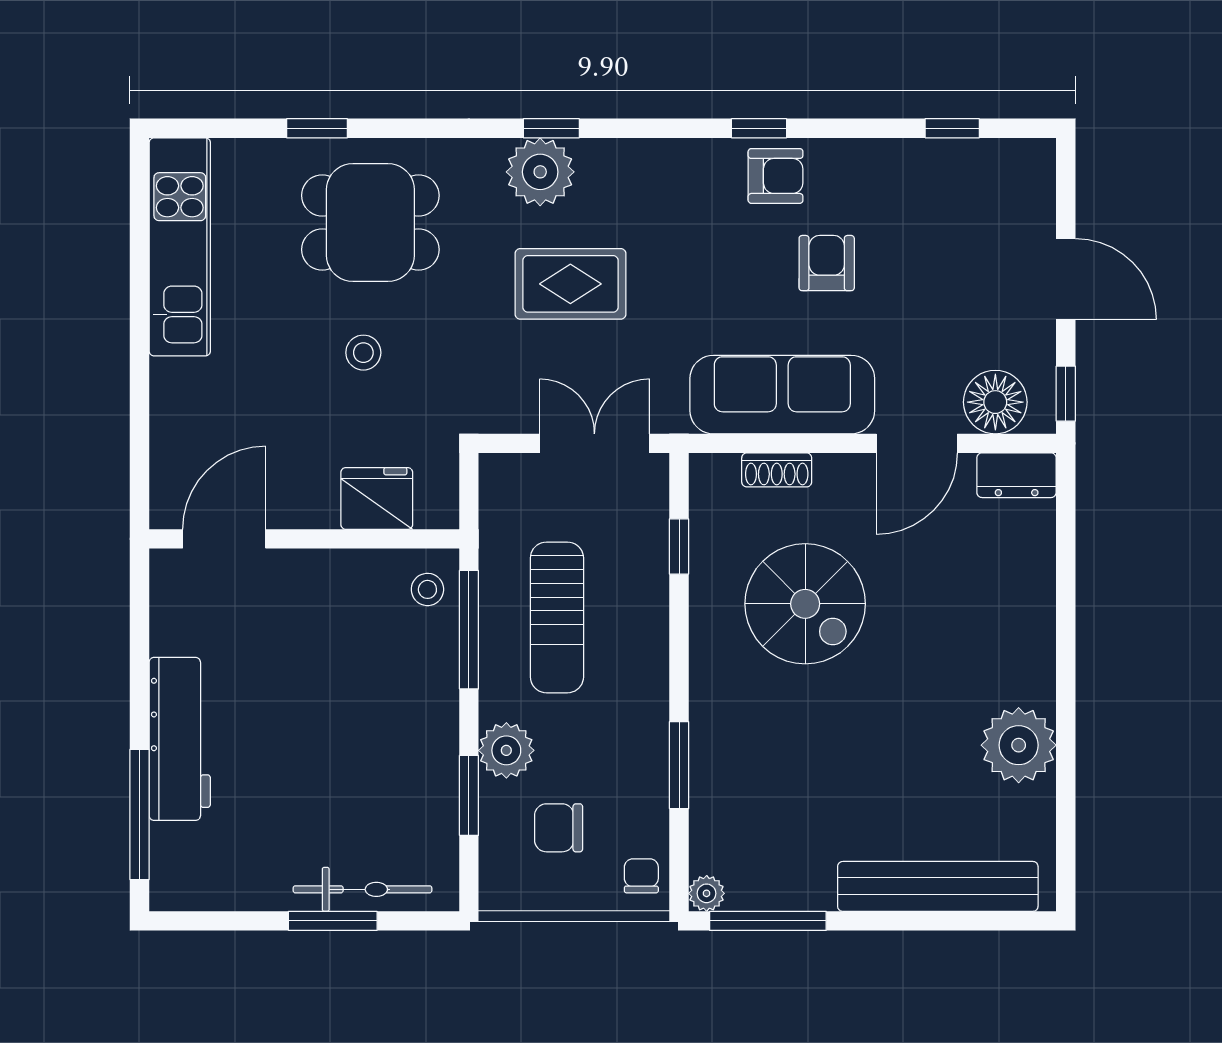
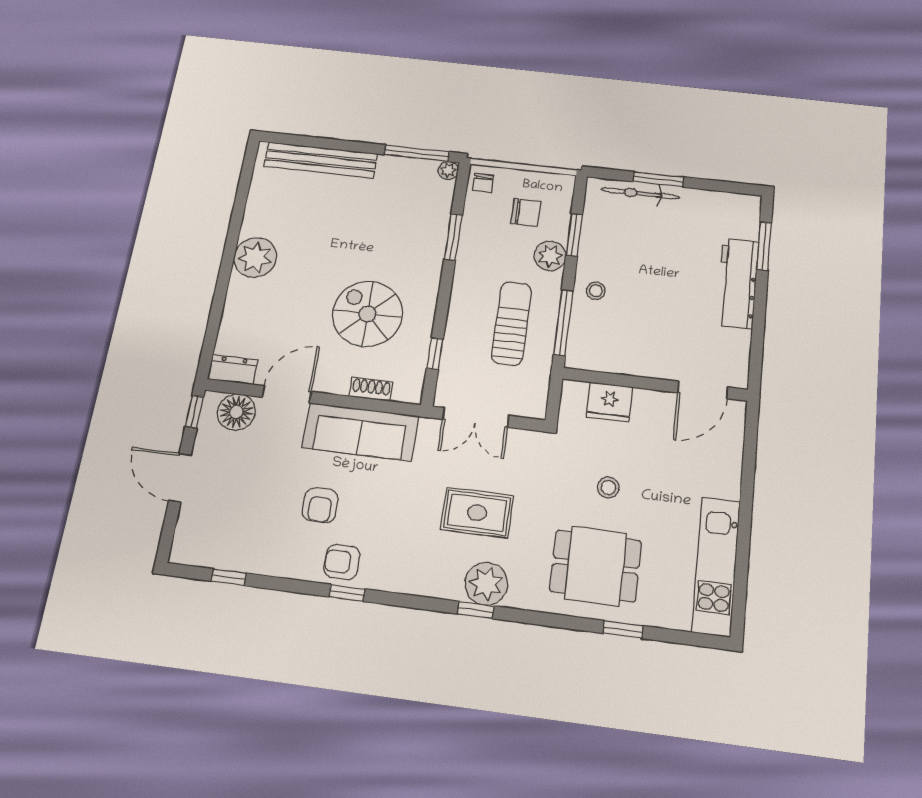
stool: (427, 589) -> (596, 291), moved
plant: (1019, 745) -> (255, 257), moved
window: (139, 814) -> (764, 246), width x0.69

